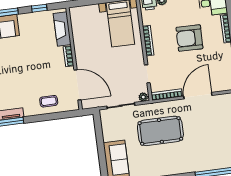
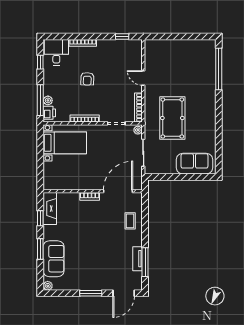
fireplace: (62, 29) -> (50, 209), moved, turned -90
armchair: (189, 38) -> (87, 79), width x0.53, depth x0.53
door: (198, 96) -> (143, 78), width x0.53

